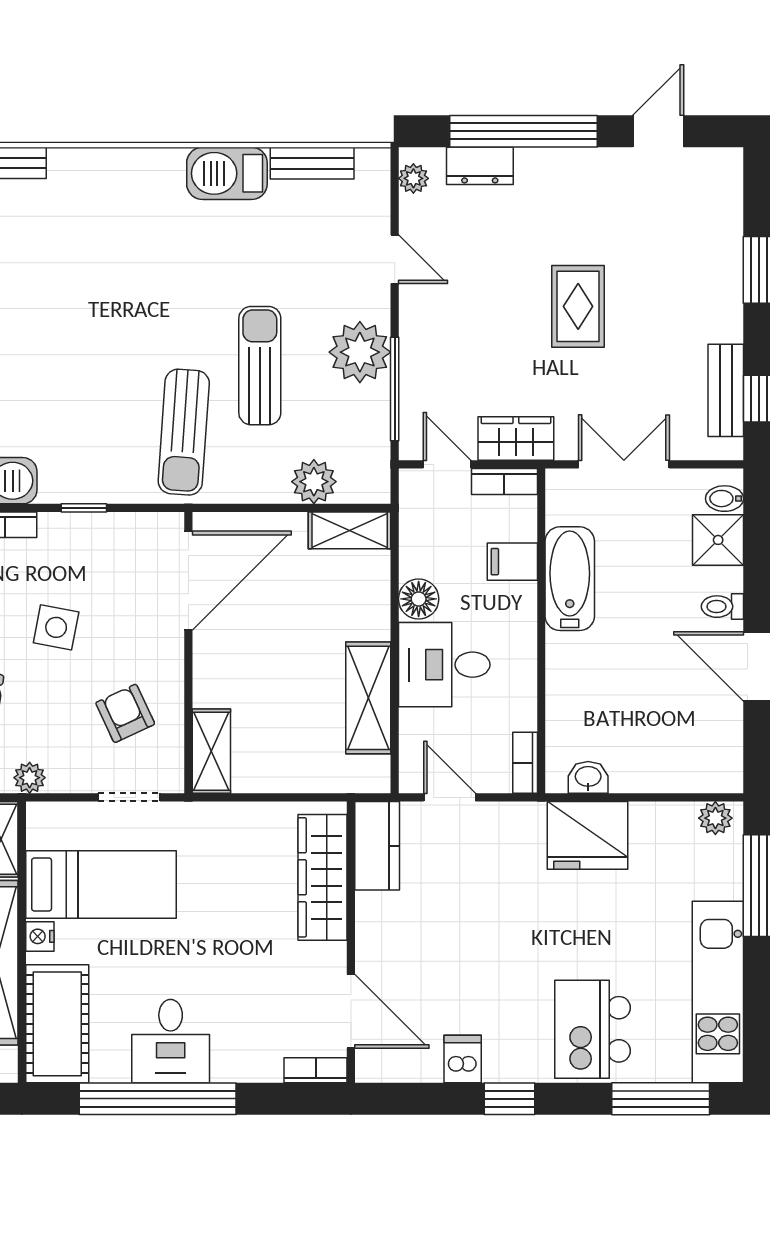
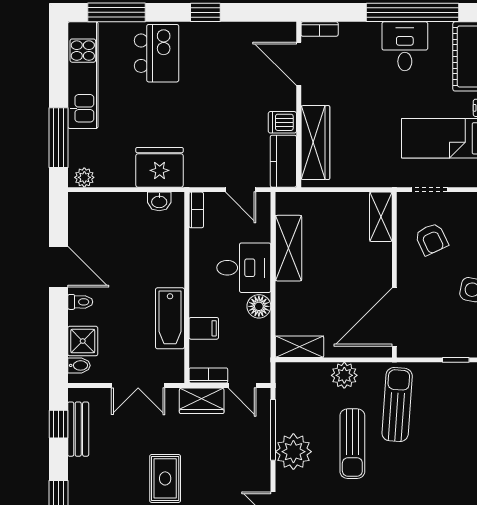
plant: (314, 482) -> (344, 375), moved
dishwasher: (463, 1059) -> (282, 122), moved, turned 90

